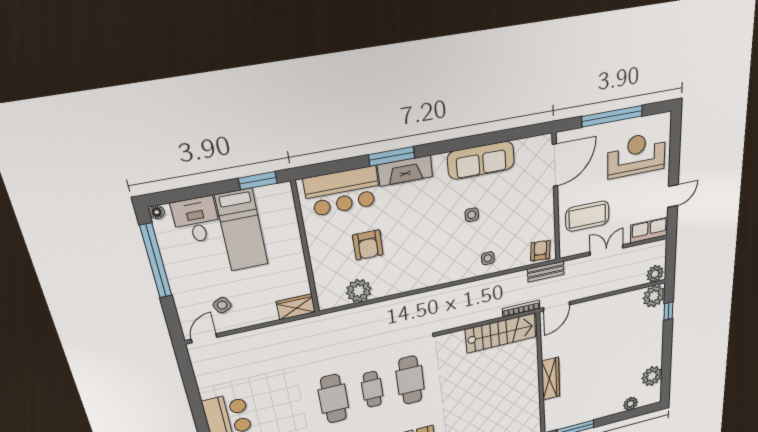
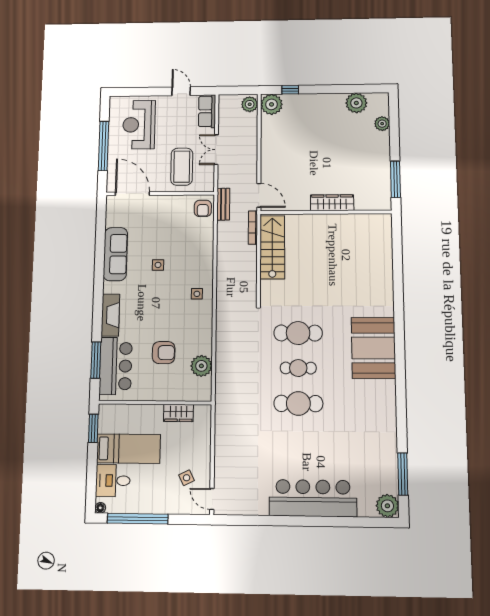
window: (392, 156) -> (96, 360), moved
armchair: (540, 251) -> (203, 208), turned -95
side table: (488, 258) -> (197, 294), moved
wardrobe: (296, 307) -> (178, 413), moved, turned -90

